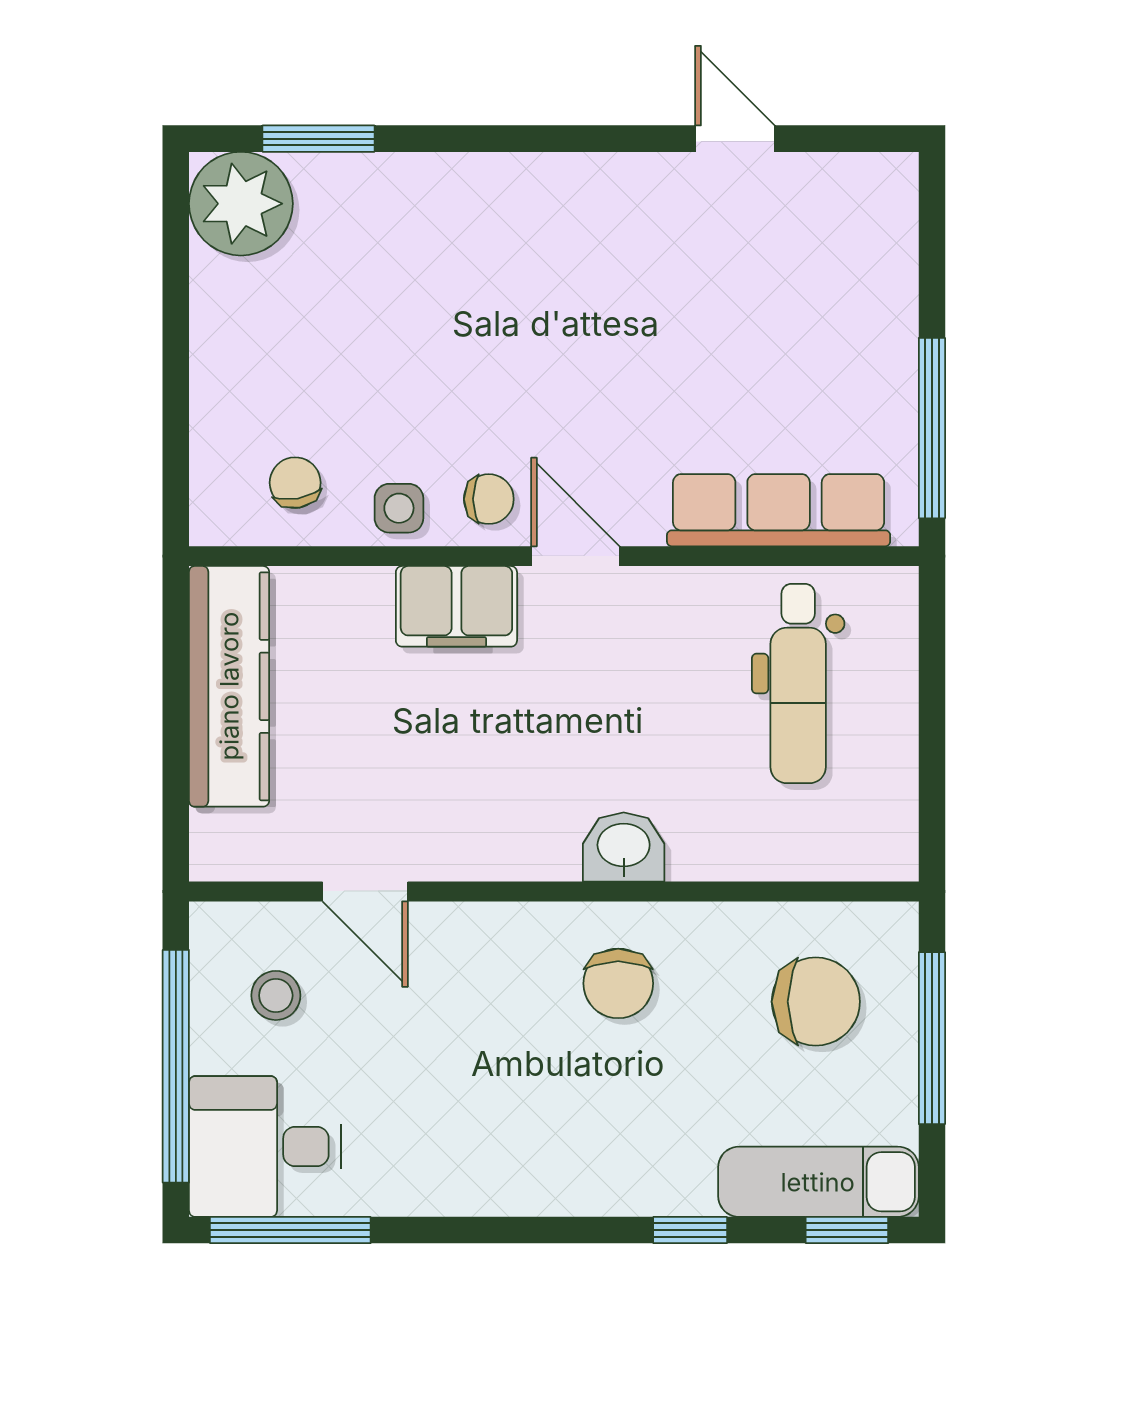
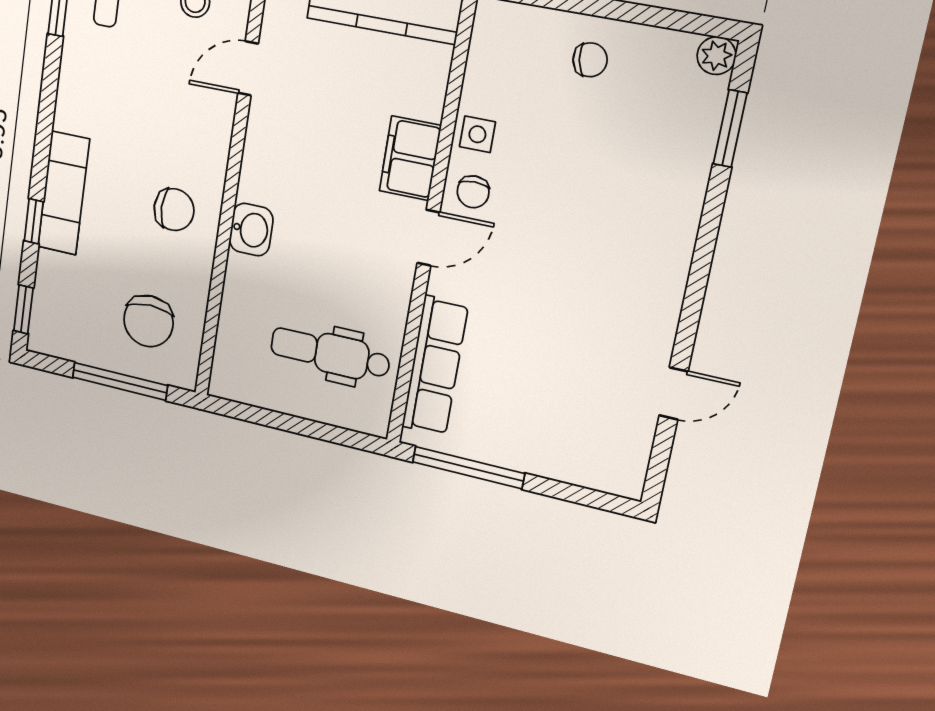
plant: (241, 204) -> (716, 56), width x0.53, depth x0.53
chair: (295, 483) -> (590, 60), moved
chair: (618, 983) -> (174, 210), turned 180
exam couch: (818, 1182) -> (64, 193), moved

